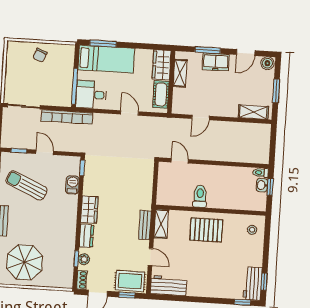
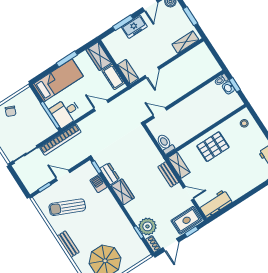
window: (103, 44) -> (67, 59), moved
shelving: (180, 73) -> (128, 72), moved
toilet: (200, 196) -> (165, 144), moved
dresser: (86, 236) -> (110, 174), moved
plant: (84, 259) -> (147, 226), width x1.87, depth x1.87

